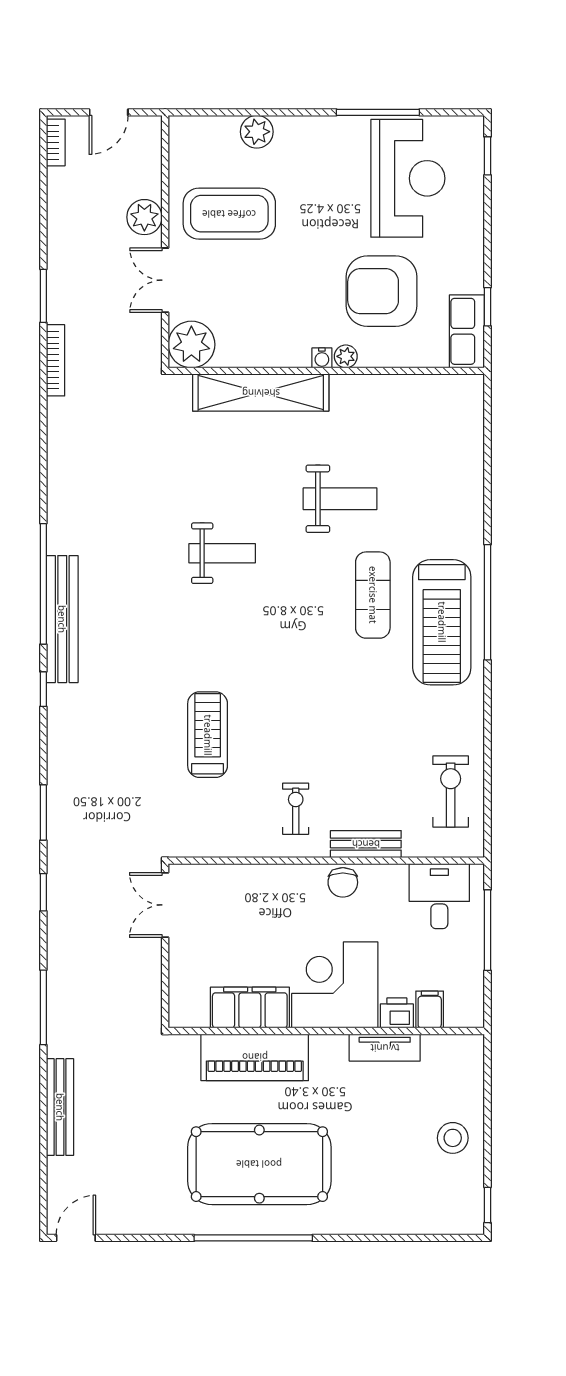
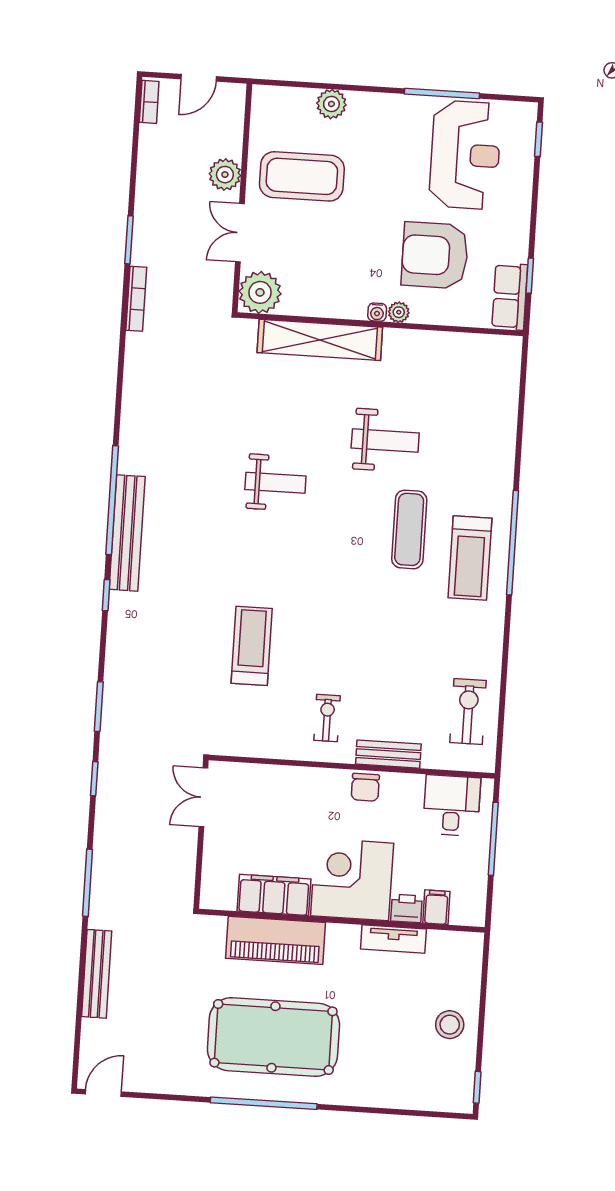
treadmill: (442, 622) -> (470, 558), width x0.73, depth x0.73

